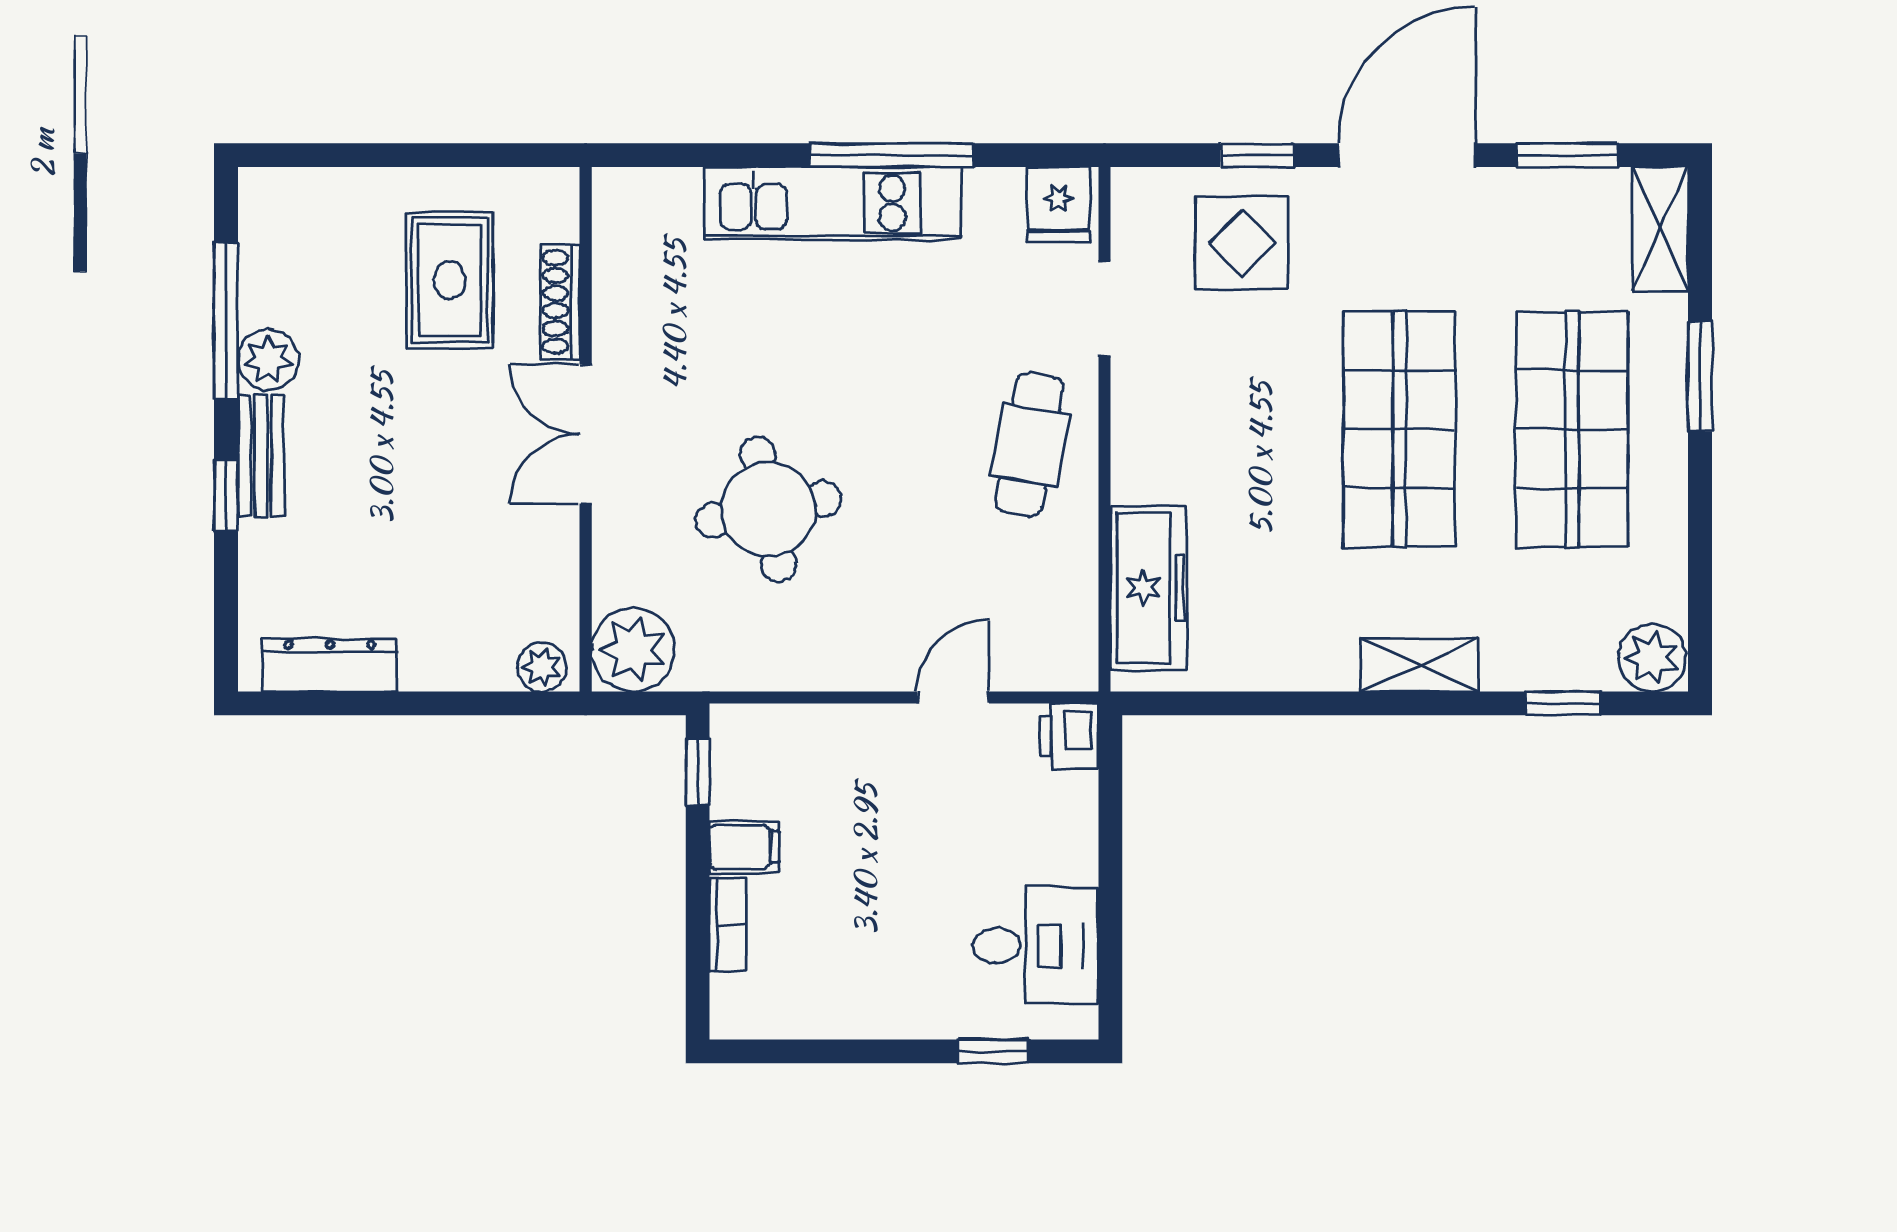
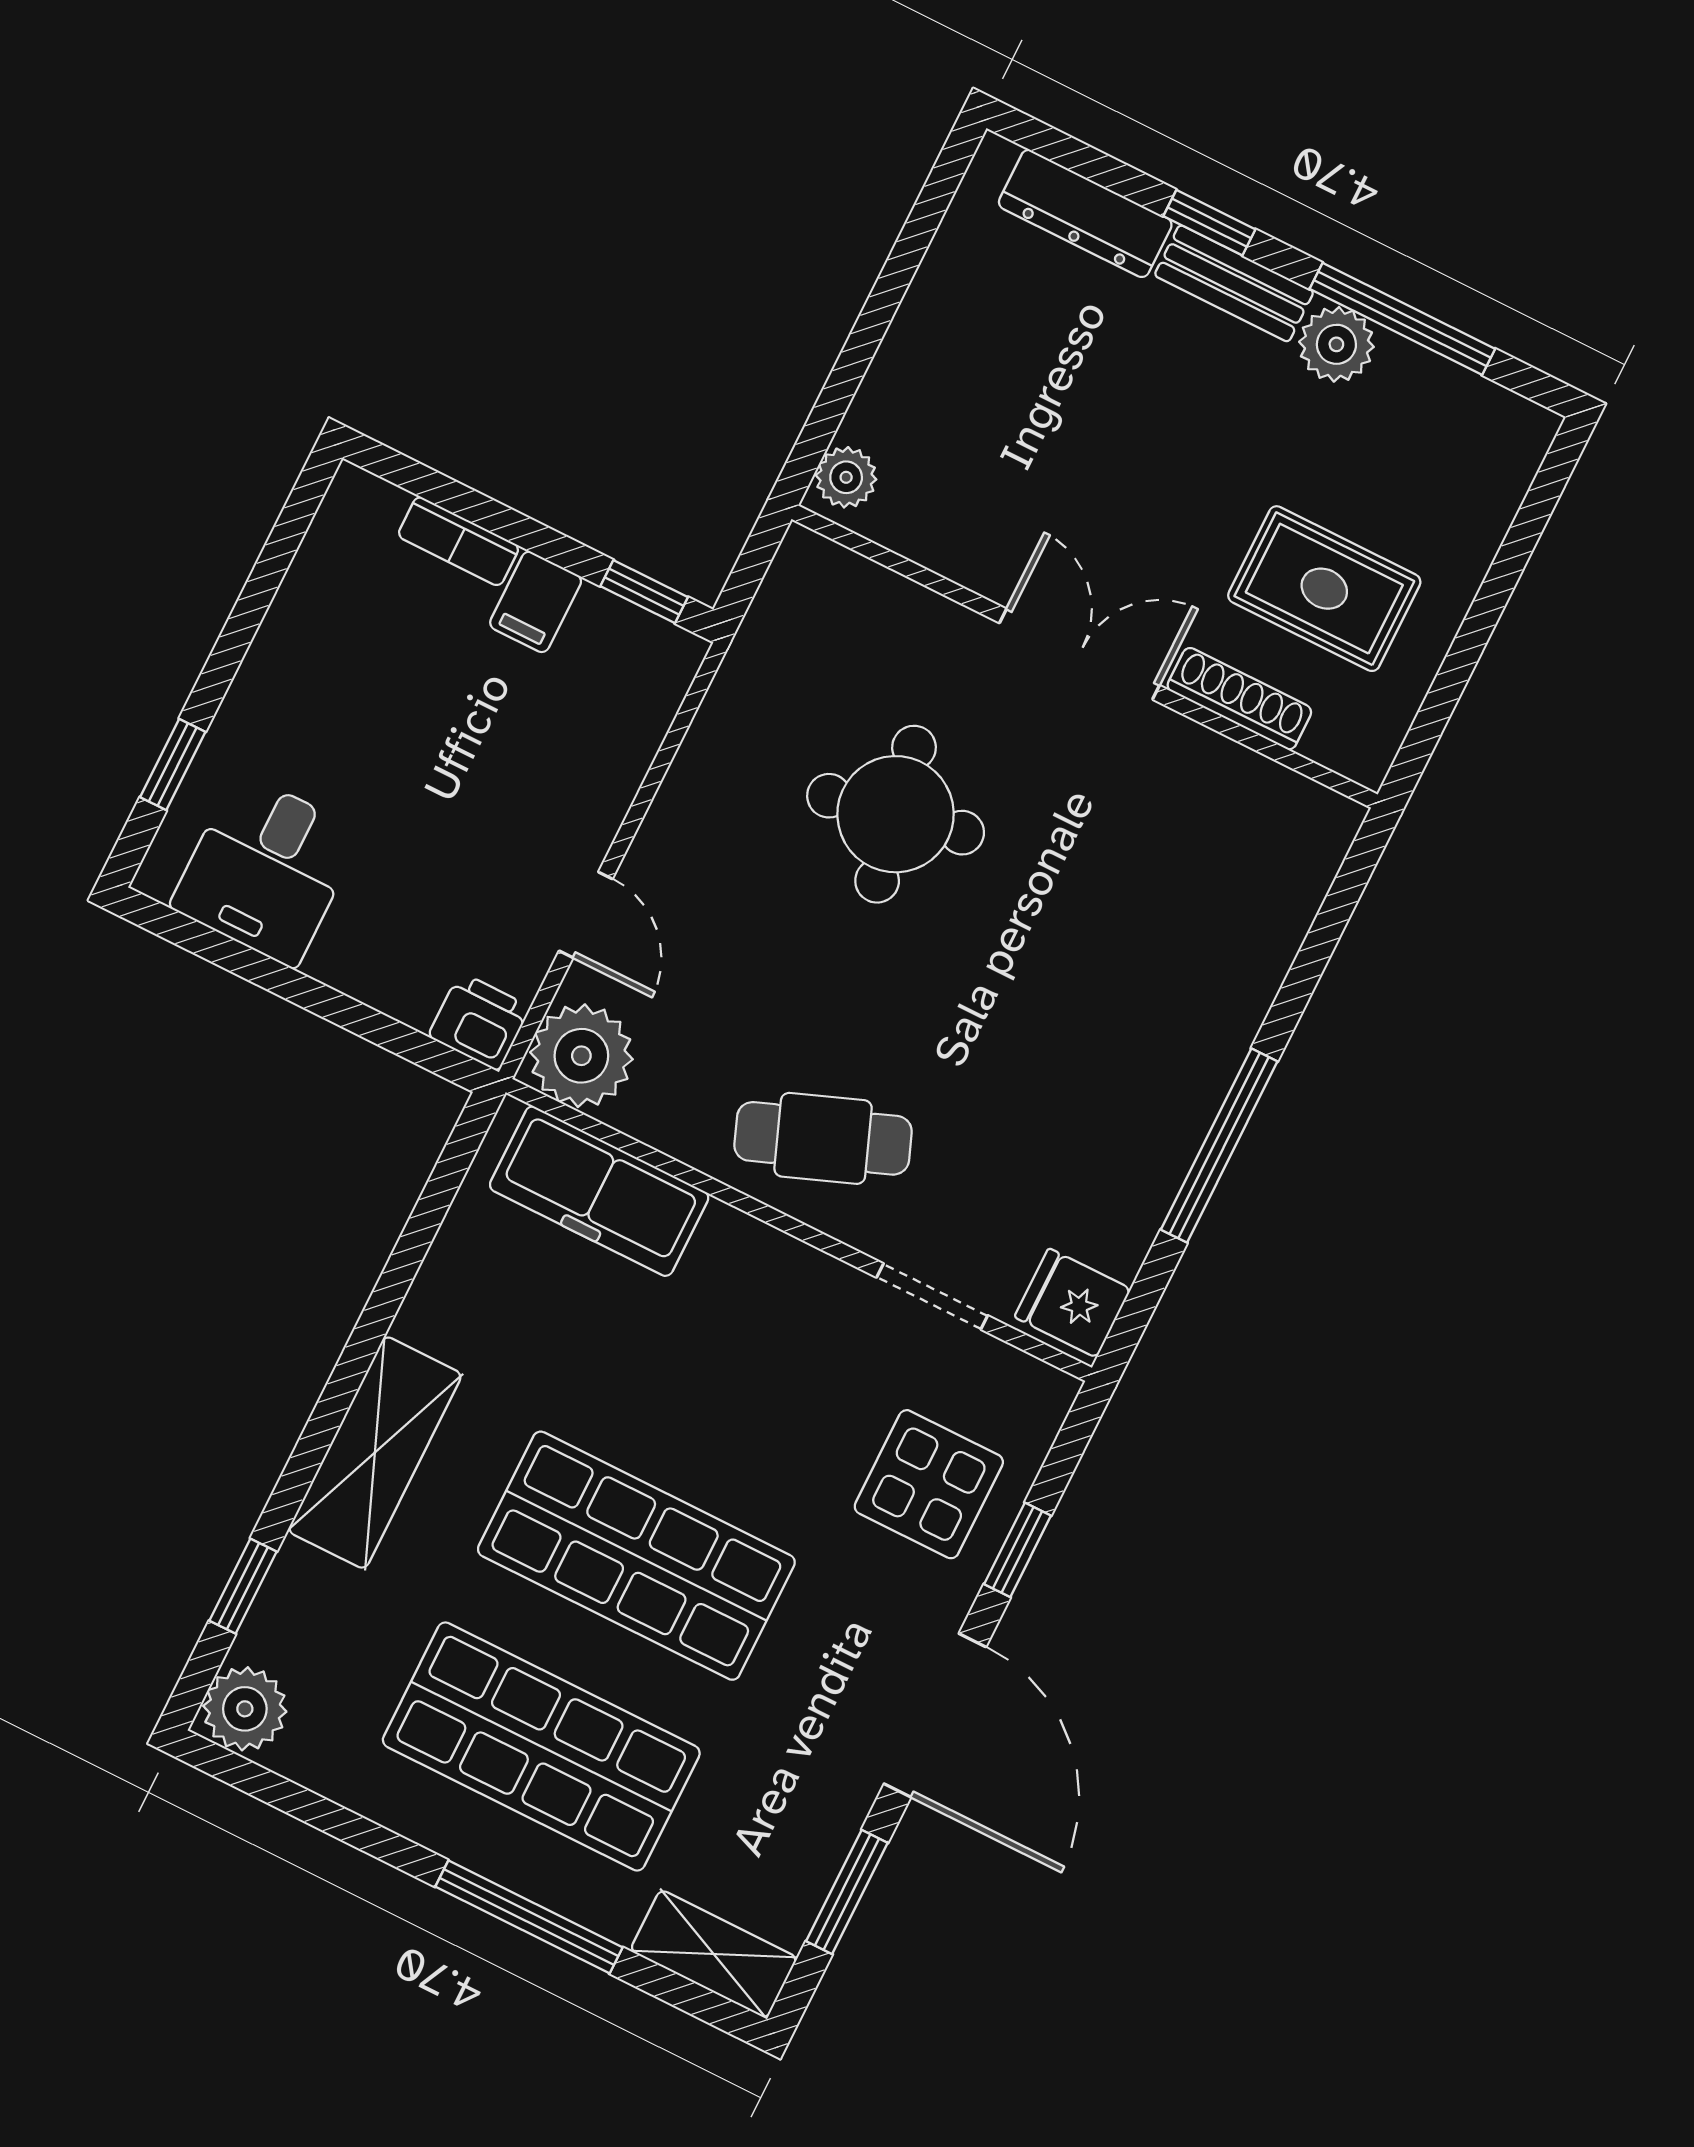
kitchen unit: (833, 203) -> (1198, 1055), removed
window: (1700, 377) -> (529, 1917), width x1.44
cafe table: (1029, 445) -> (823, 1138), turned -31
plant: (633, 650) -> (581, 1056), moved
dresser: (330, 665) -> (1085, 213), moved, turned 90
shelving: (1419, 665) -> (375, 1453), width x1.50, depth x1.33

